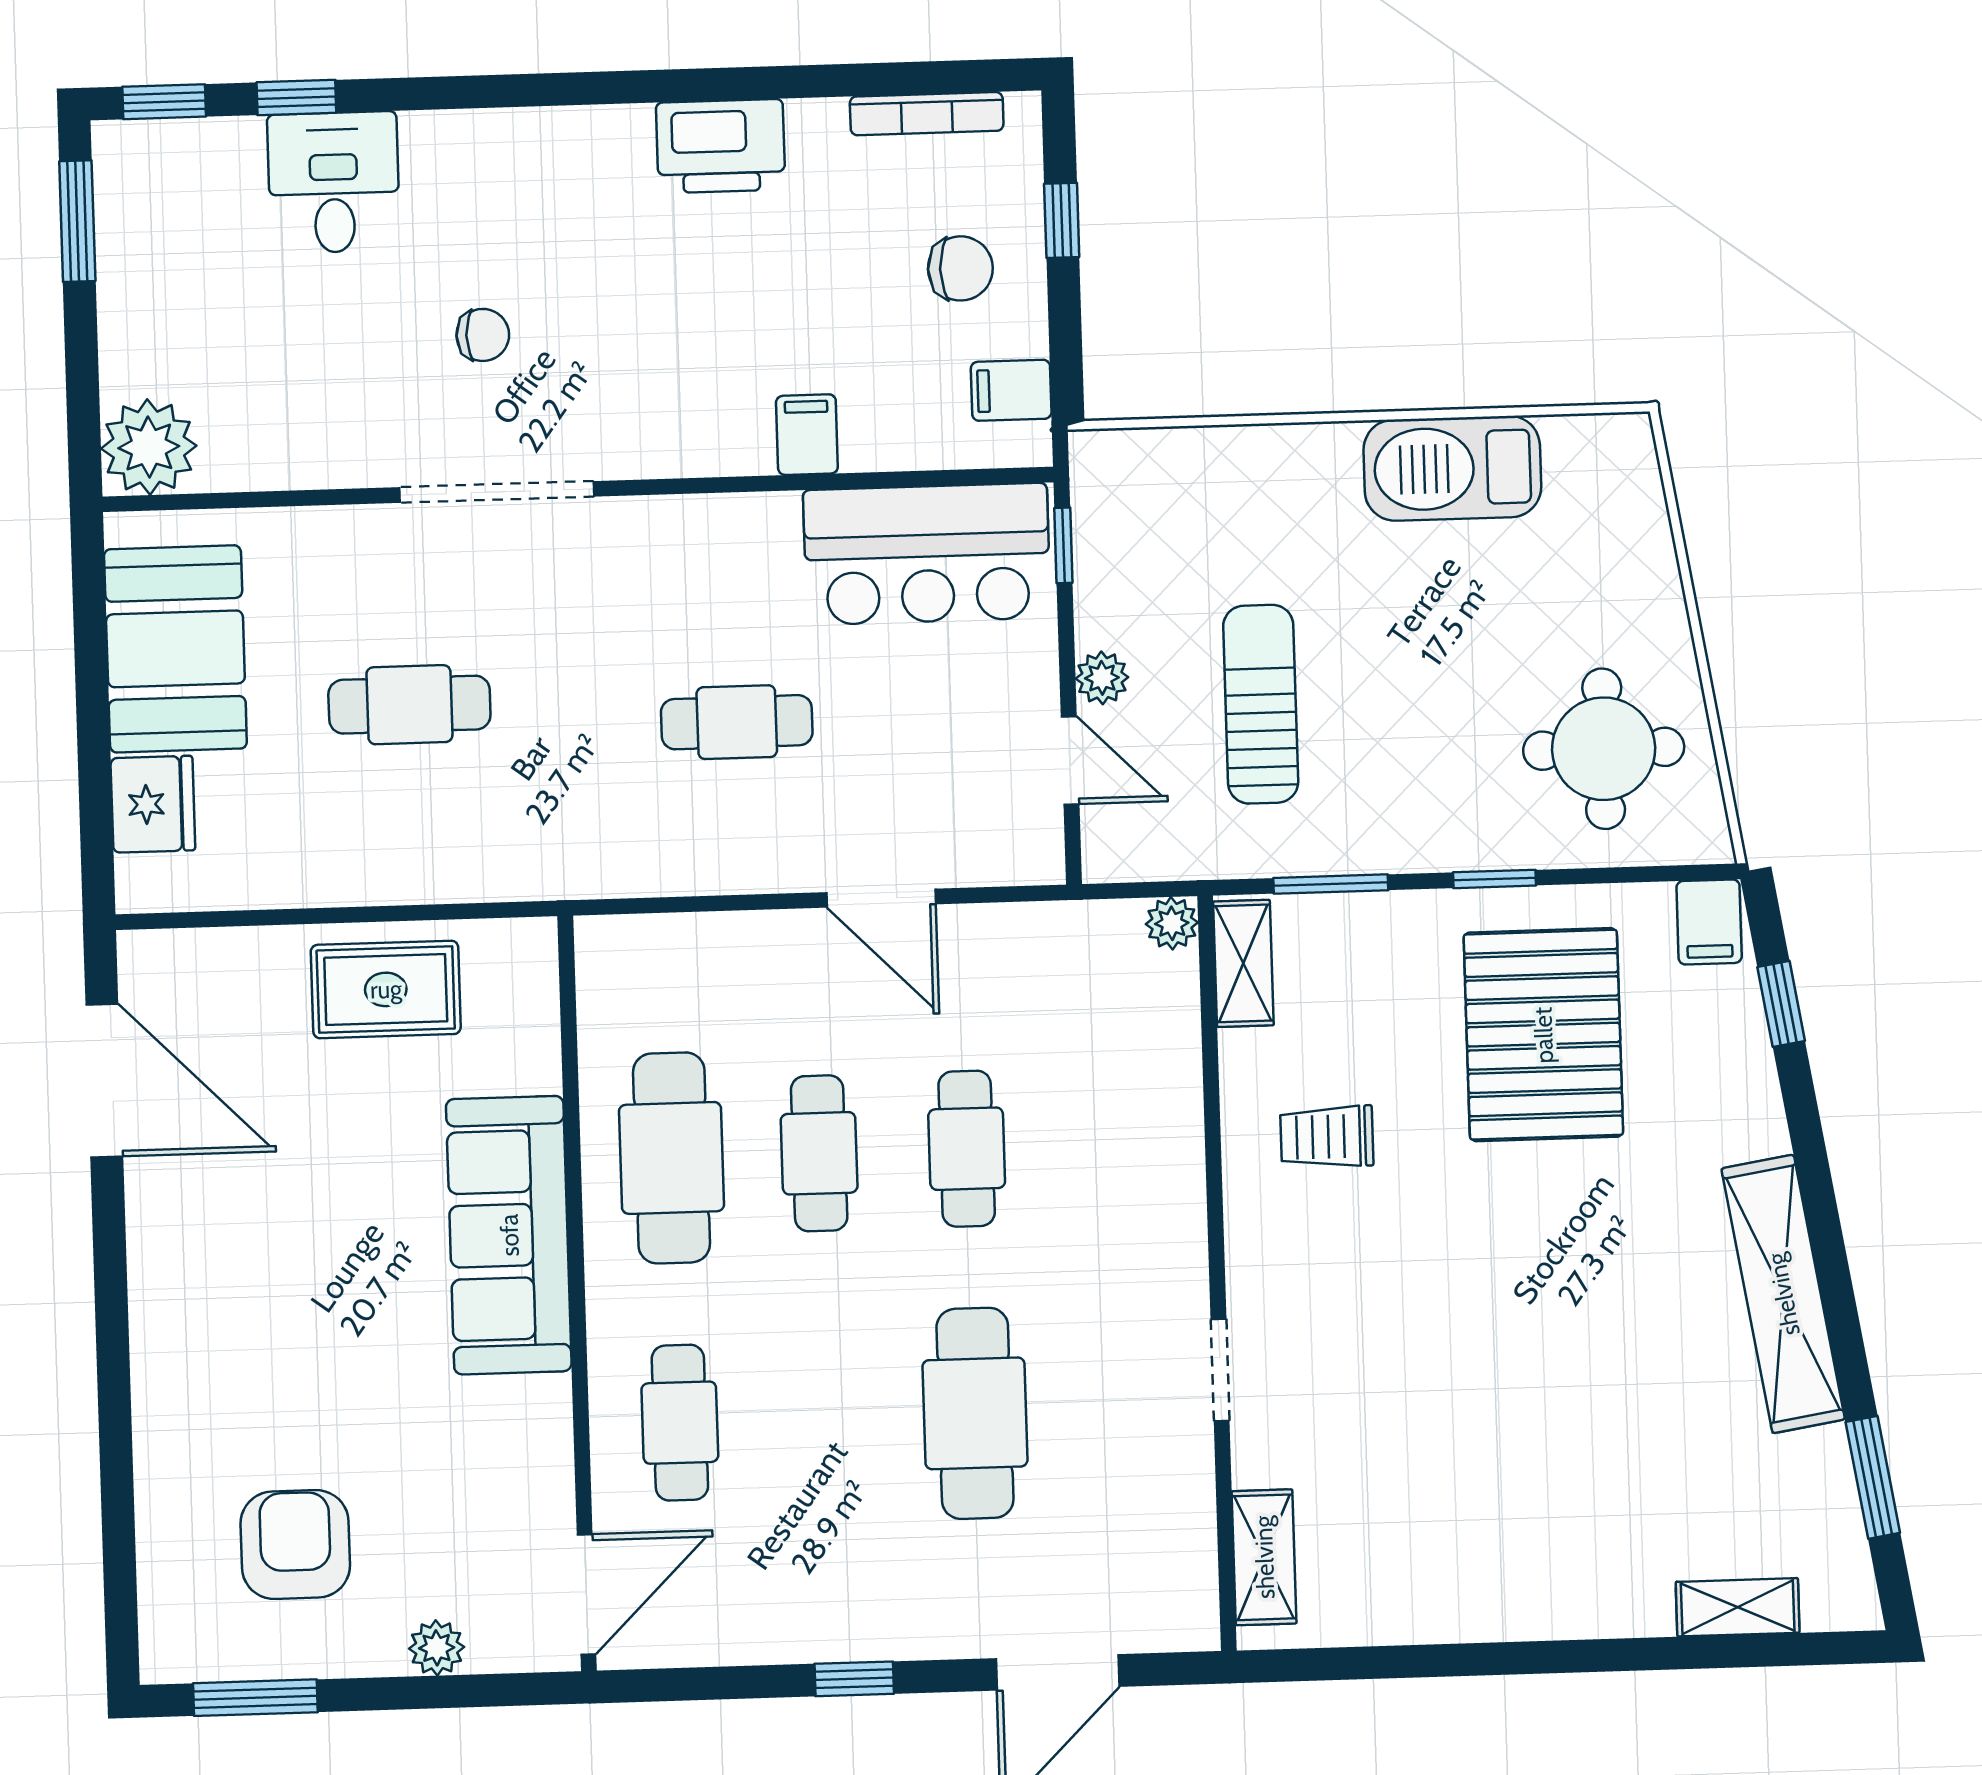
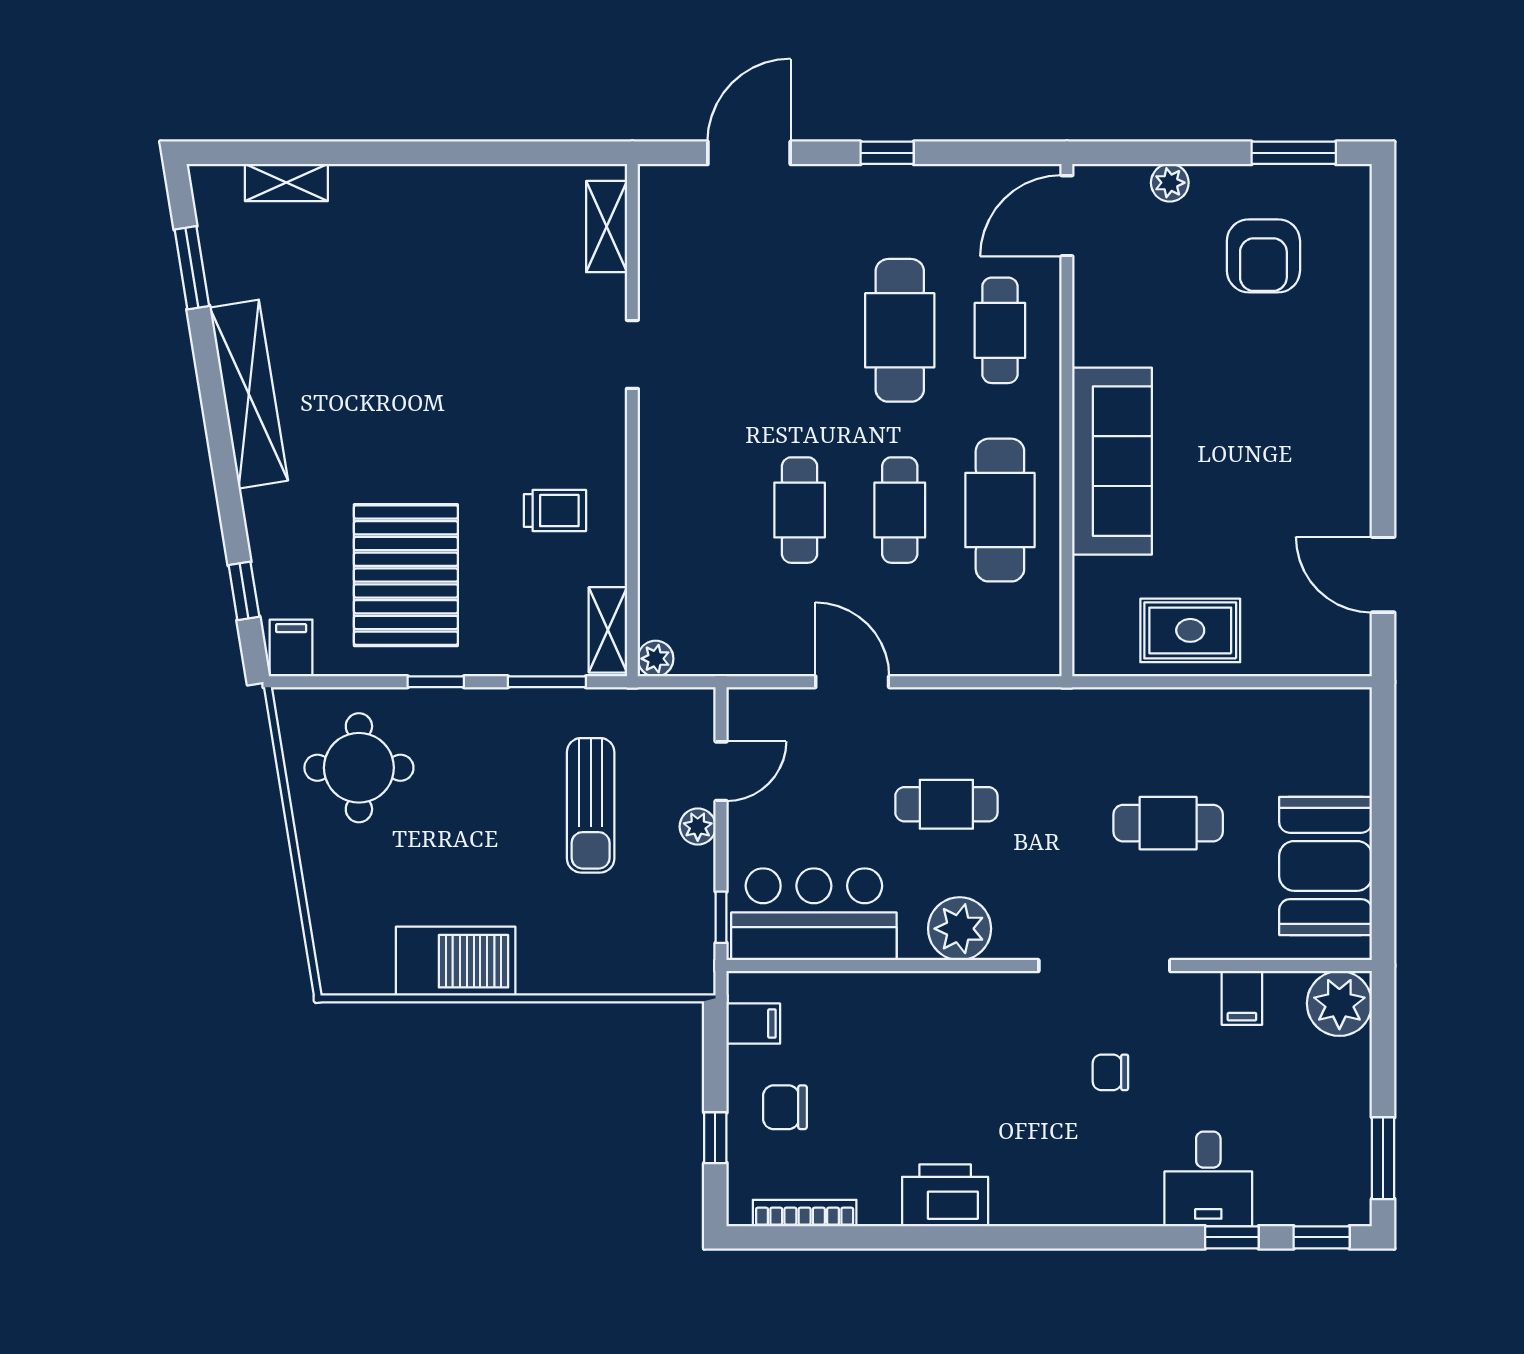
filing cabinet: (807, 435) -> (1242, 998), moved
plant: (712, 540) -> (960, 929), added
door: (1070, 760) -> (721, 771), swing flipped
fridge: (153, 804) -> (1344, 761), removed
door: (104, 1081) -> (1383, 575), width x0.73
cafe table: (975, 1413) -> (900, 330), moved

